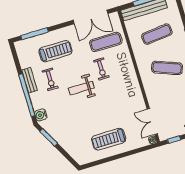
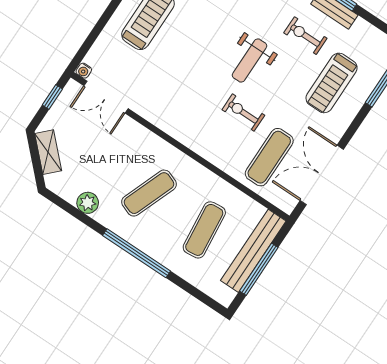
weight bench: (81, 88) -> (250, 61), turned 180
double door: (152, 122) -> (106, 97), swing flipped

